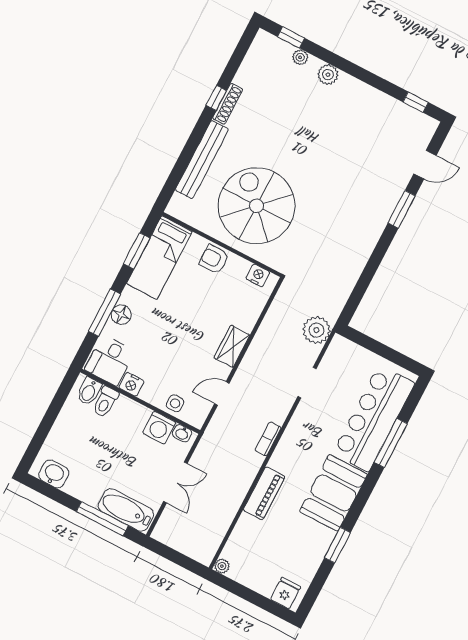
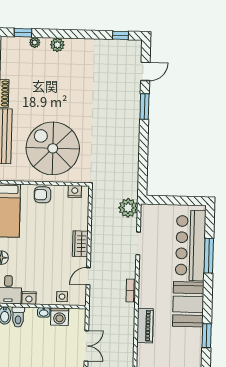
washbasin: (182, 433) -> (44, 312), moved

